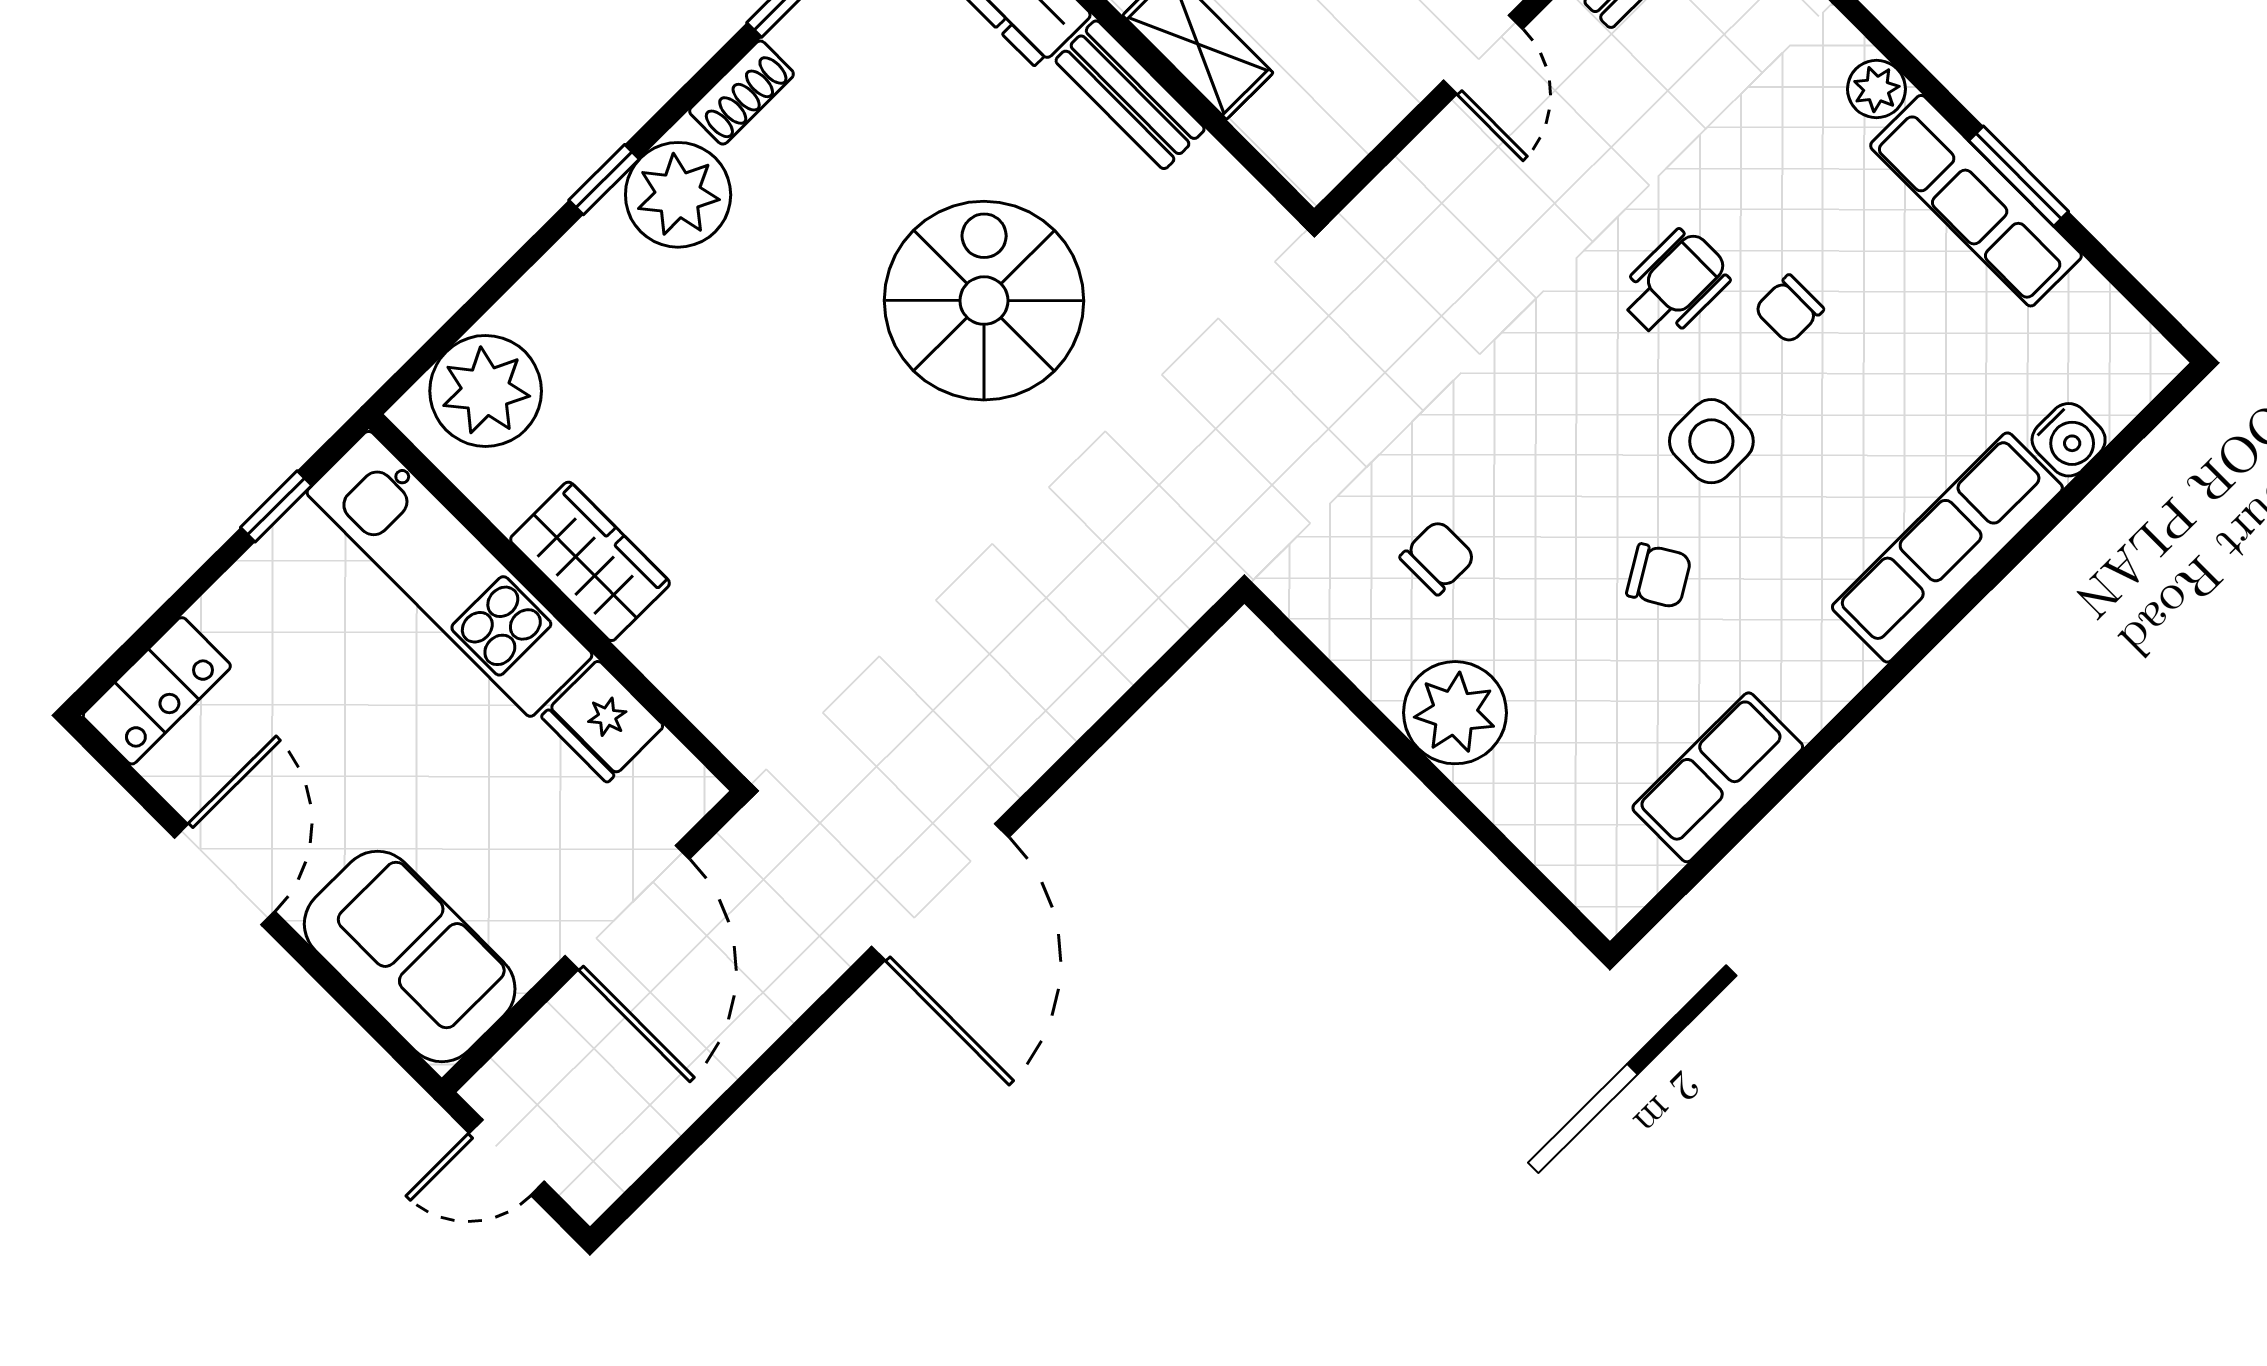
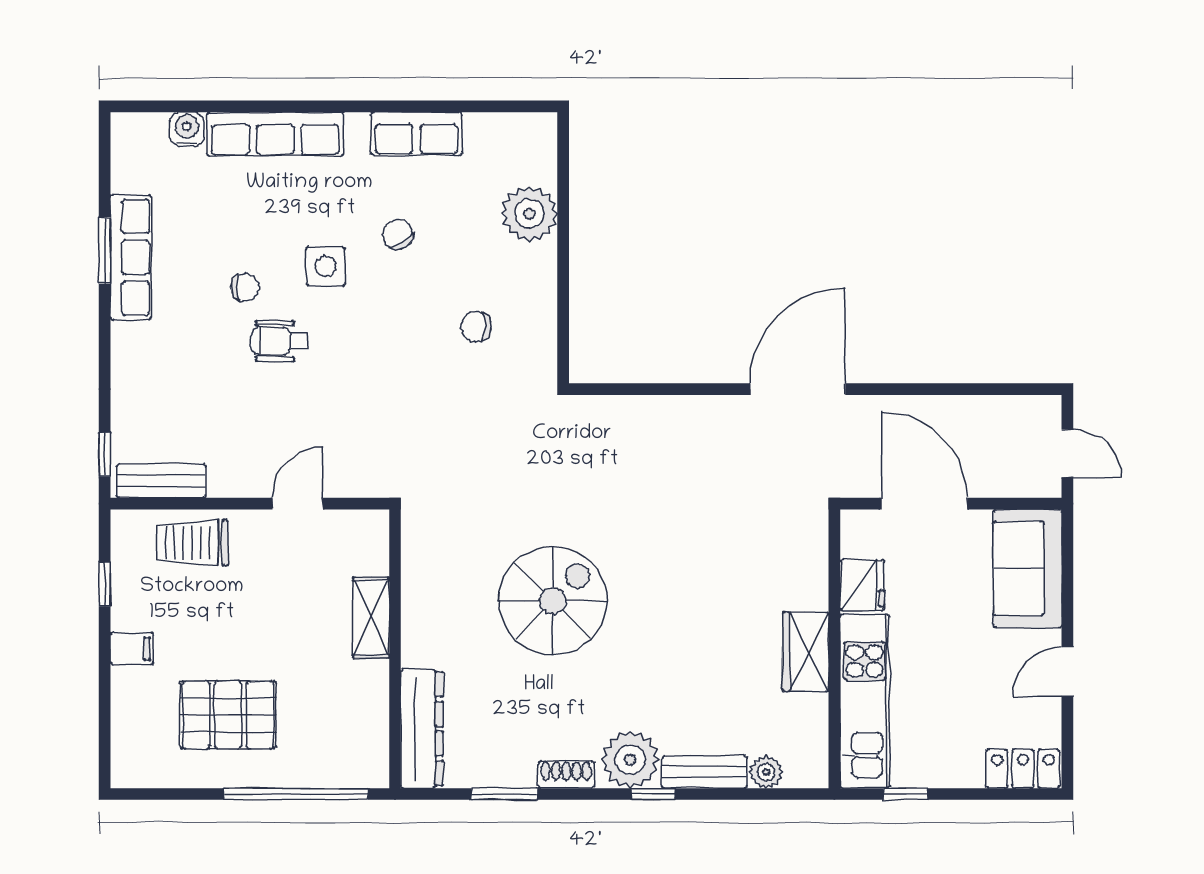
door: (1483, 55) -> (298, 504), moved
plant: (1876, 89) -> (126, 339), removed
bench: (1130, 95) -> (704, 772), moved, turned 90
spiral stairs: (984, 301) -> (553, 601), turned 180
plant: (486, 391) -> (766, 772), width x0.53, depth x0.53
plant: (1455, 713) -> (529, 214), moved
row of seats: (1718, 777) -> (417, 134), moved
door: (225, 874) -> (1067, 672), width x0.73
door: (627, 908) -> (925, 504), hinge flipped

